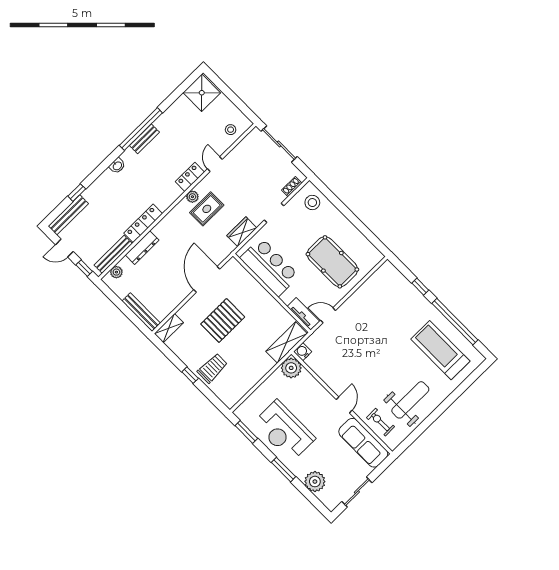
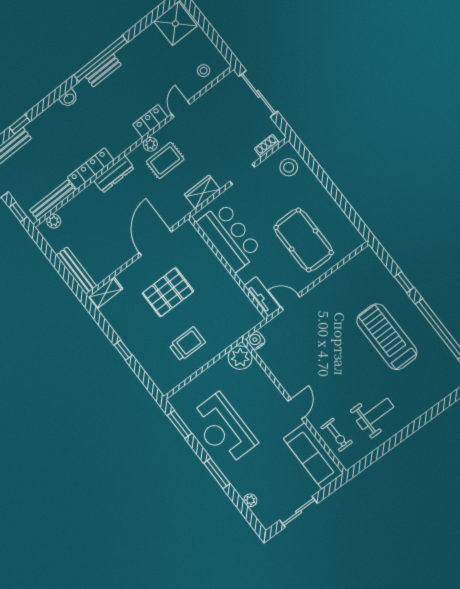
dresser: (142, 248) -> (114, 174), moved
shelving: (286, 342) -> (238, 327), removed
treadmill: (440, 350) -> (387, 337), moved
trolley: (212, 368) -> (187, 344), moved
weight bench: (410, 400) -> (375, 414), width x0.73, depth x0.75
exercise bike: (381, 422) -> (337, 435), turned 180
plant: (315, 482) -> (250, 500), width x0.53, depth x0.53

